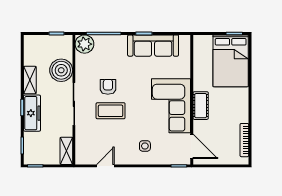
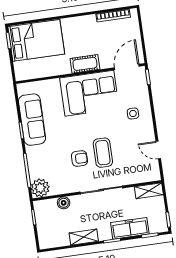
boiler: (61, 70) -> (64, 203), width x0.54, depth x0.54
armchair: (108, 87) -> (79, 158), turned 180
freezer: (32, 113) -> (130, 228), moved

